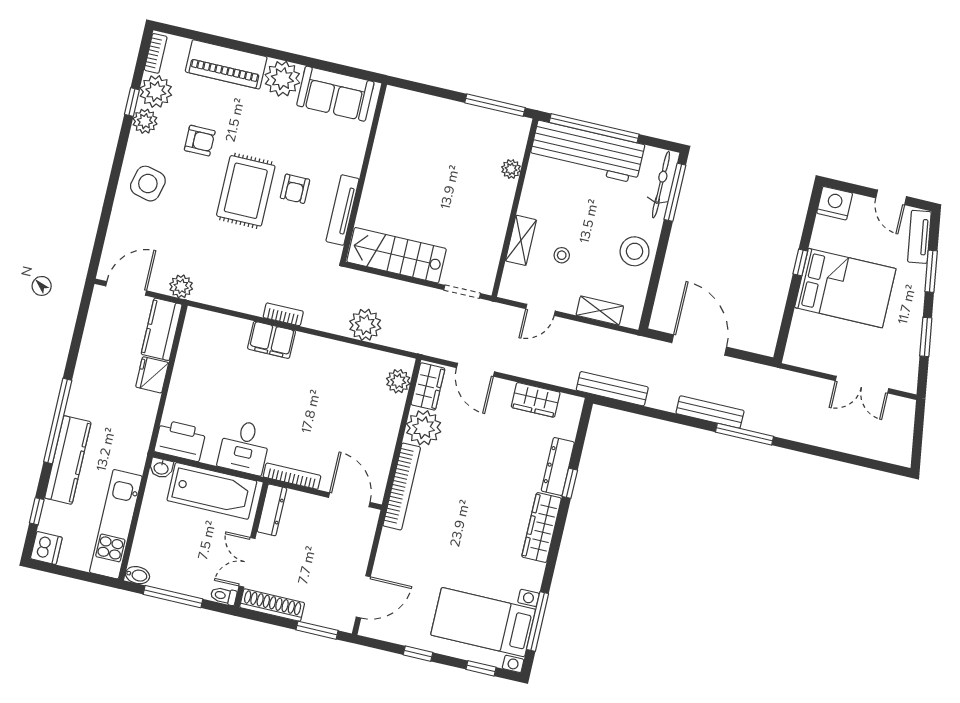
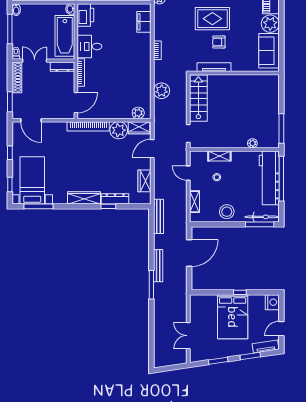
filing cabinet: (272, 340) -> (144, 22), moved

